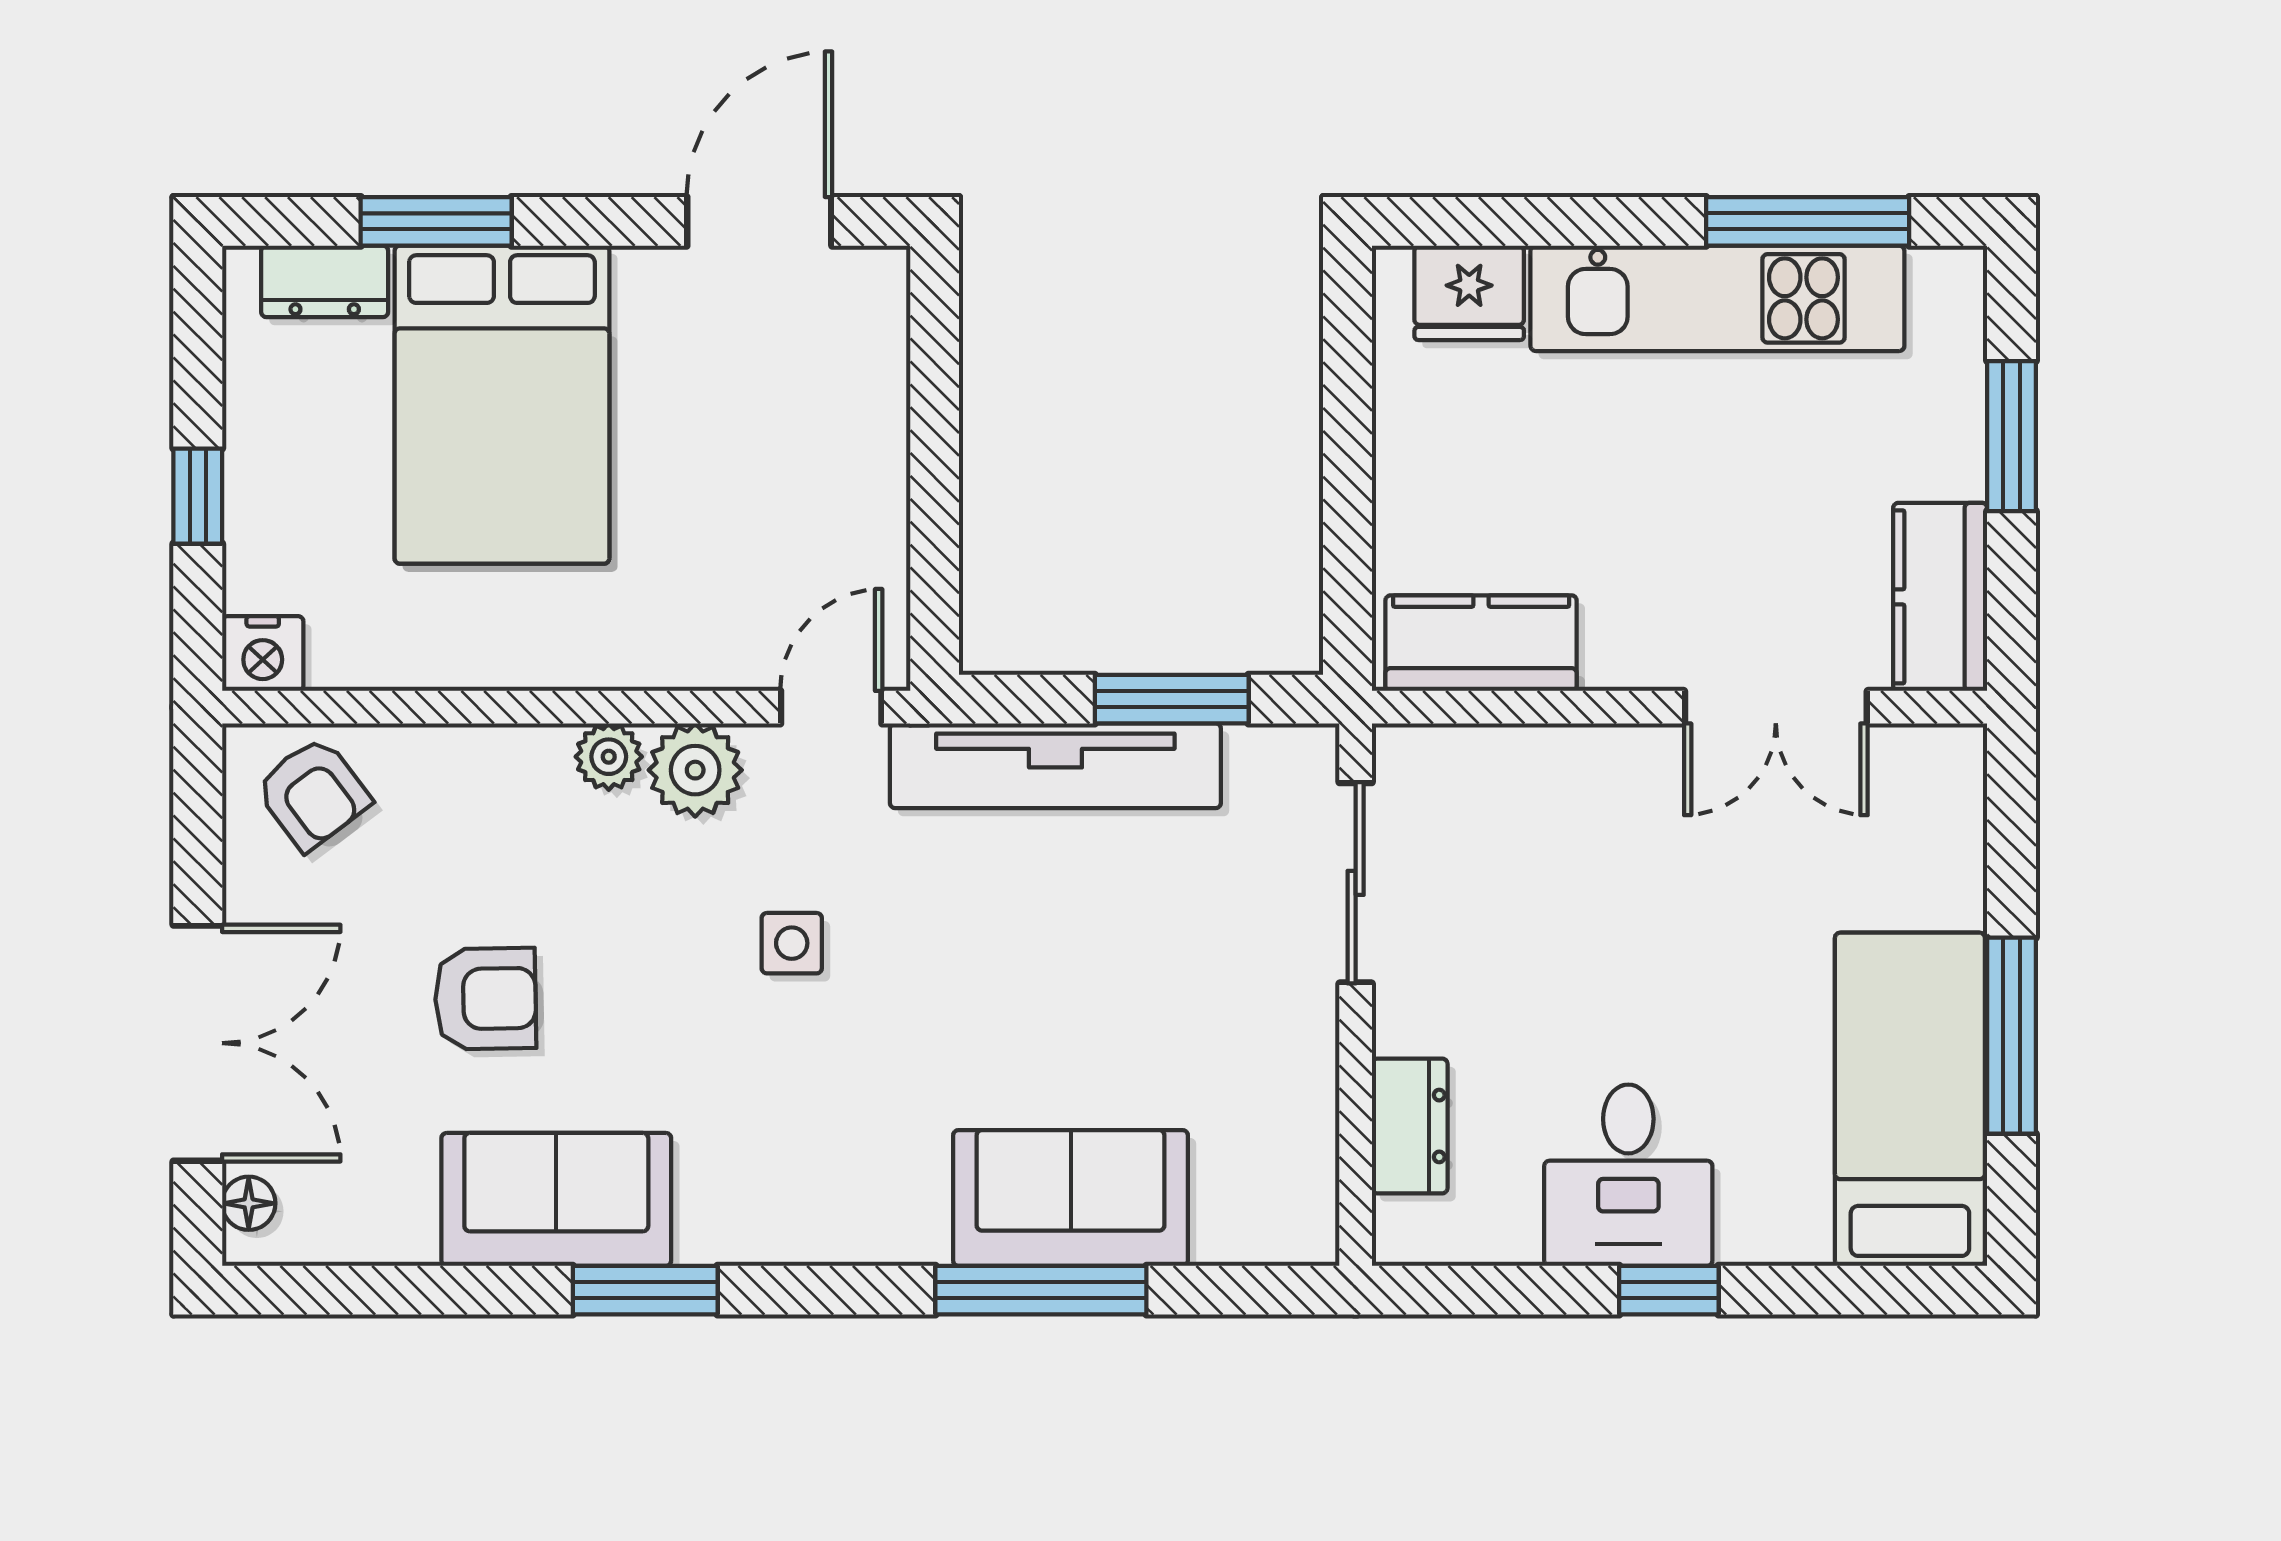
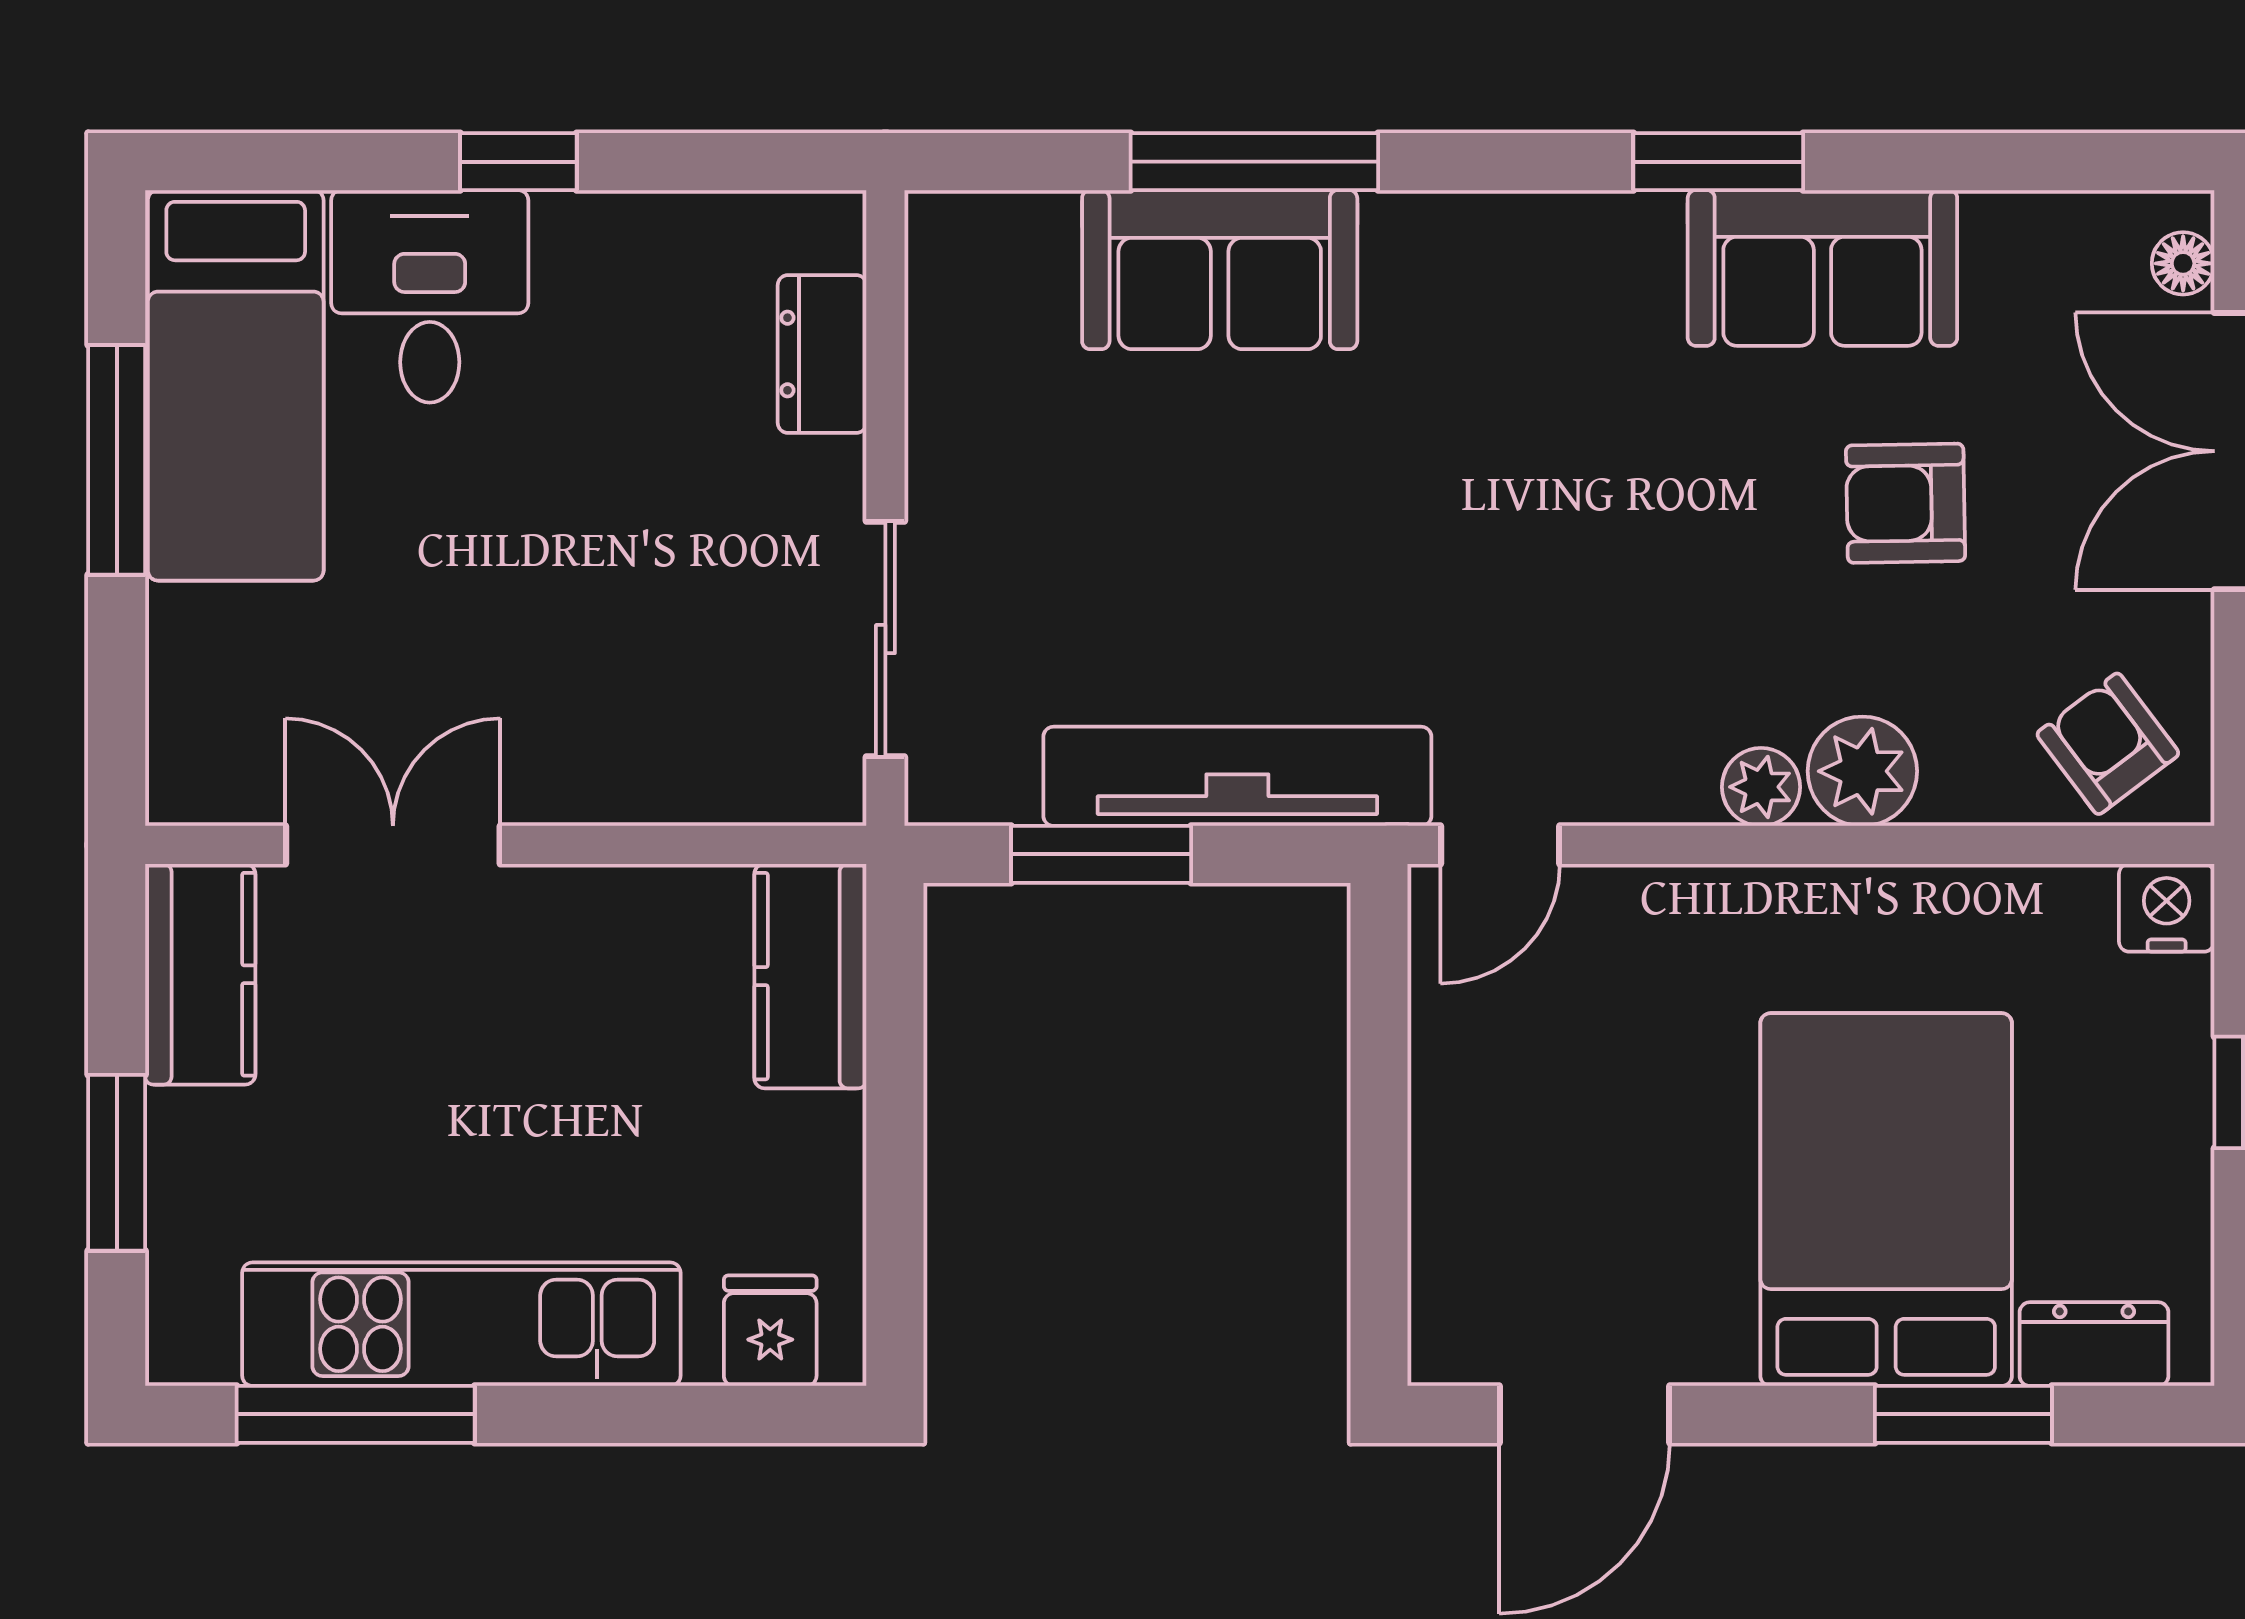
fridge: (1469, 293) -> (770, 1331), width x0.72
kitchen counter: (1481, 643) -> (810, 976), moved, turned 90
plant: (695, 770) -> (1862, 771), moved
side table: (792, 943) -> (1546, 568), removed
desk: (1628, 1175) -> (430, 296), moved

